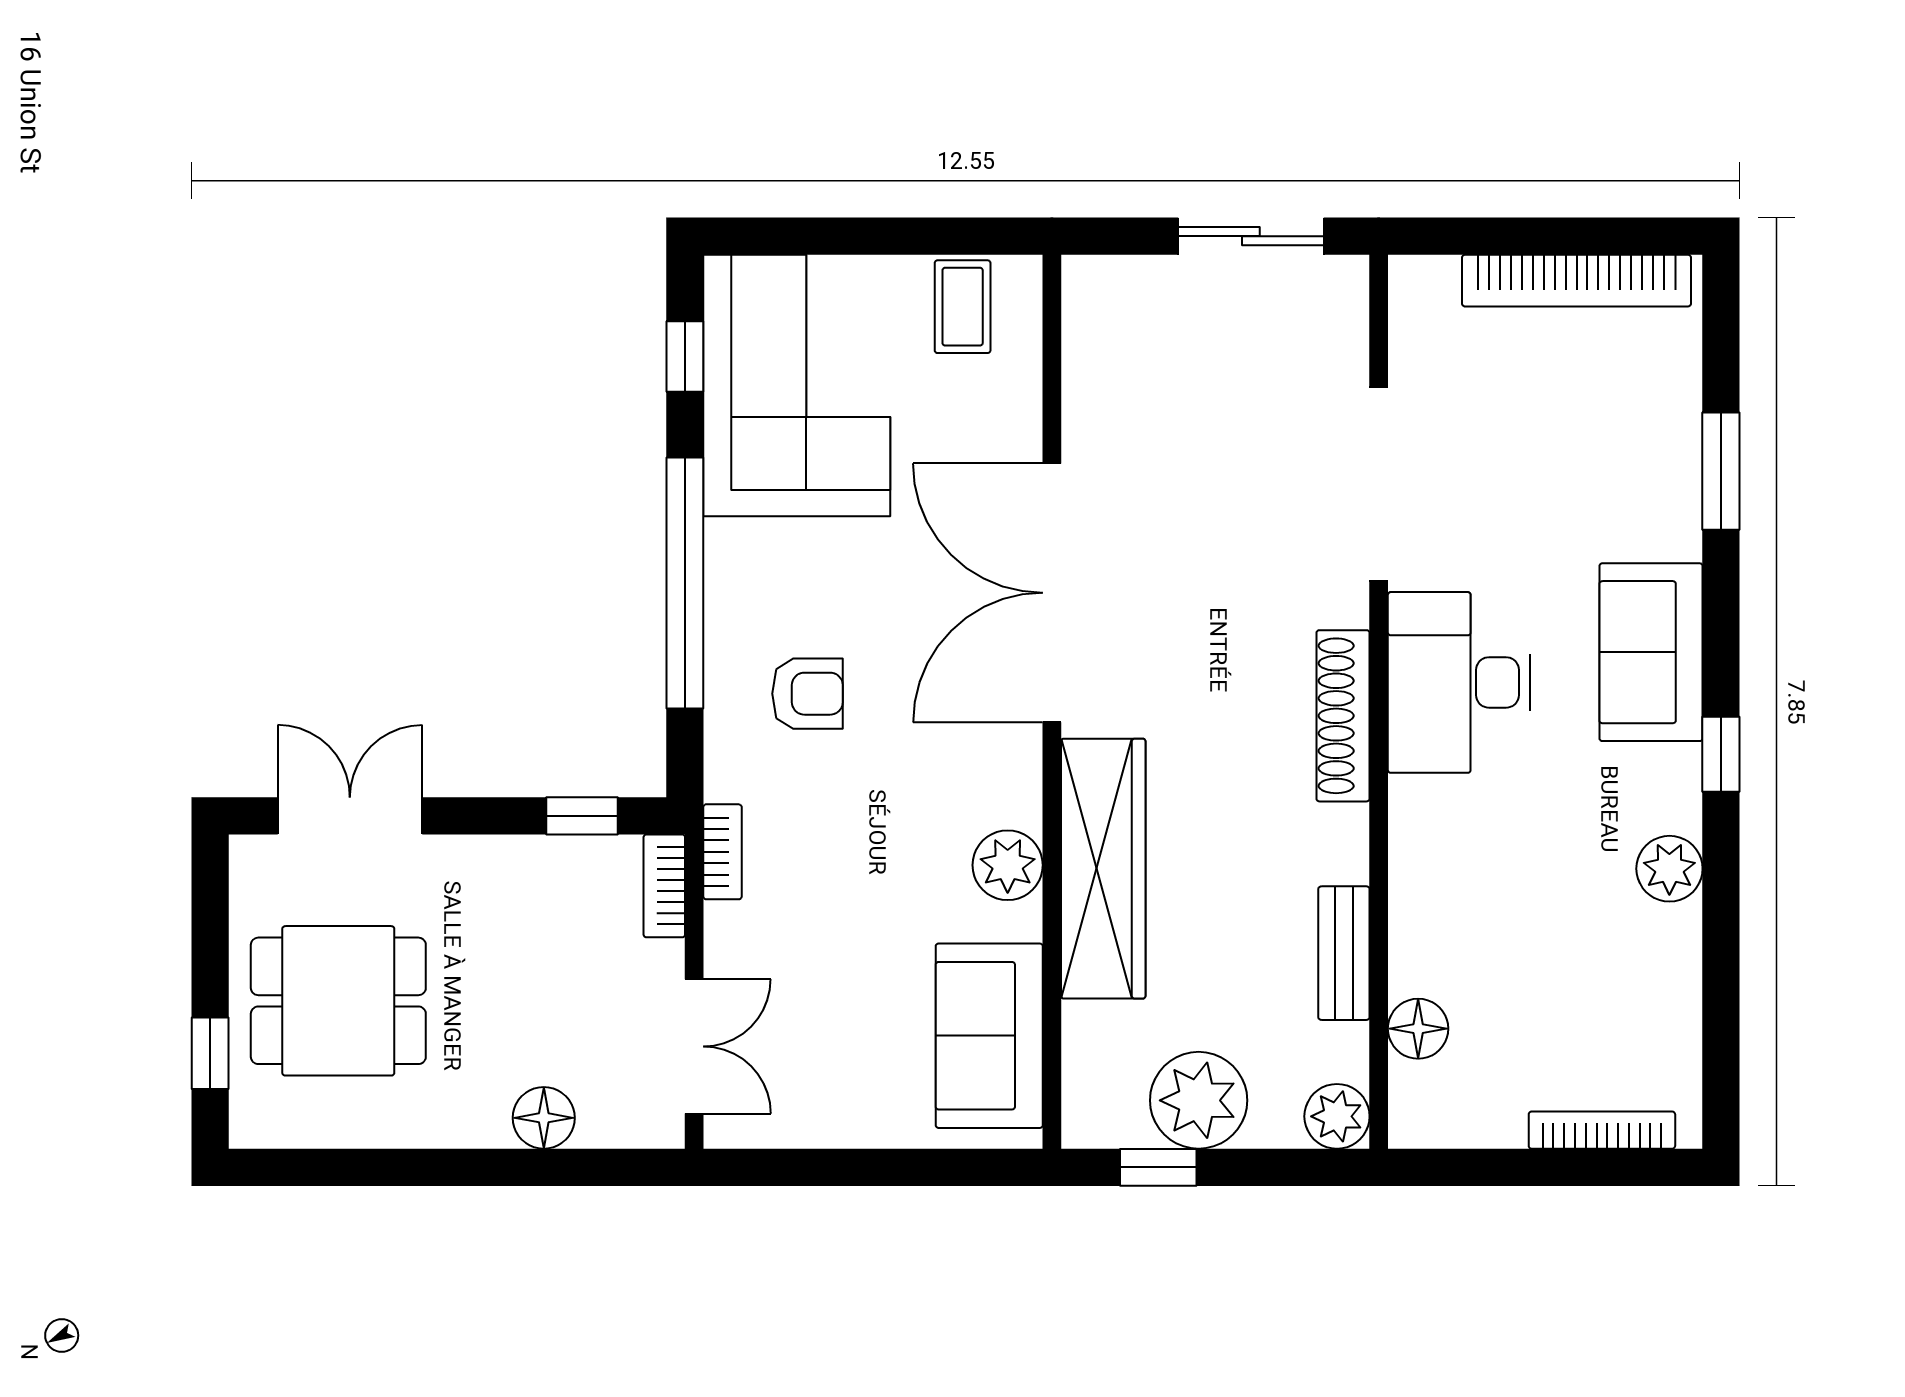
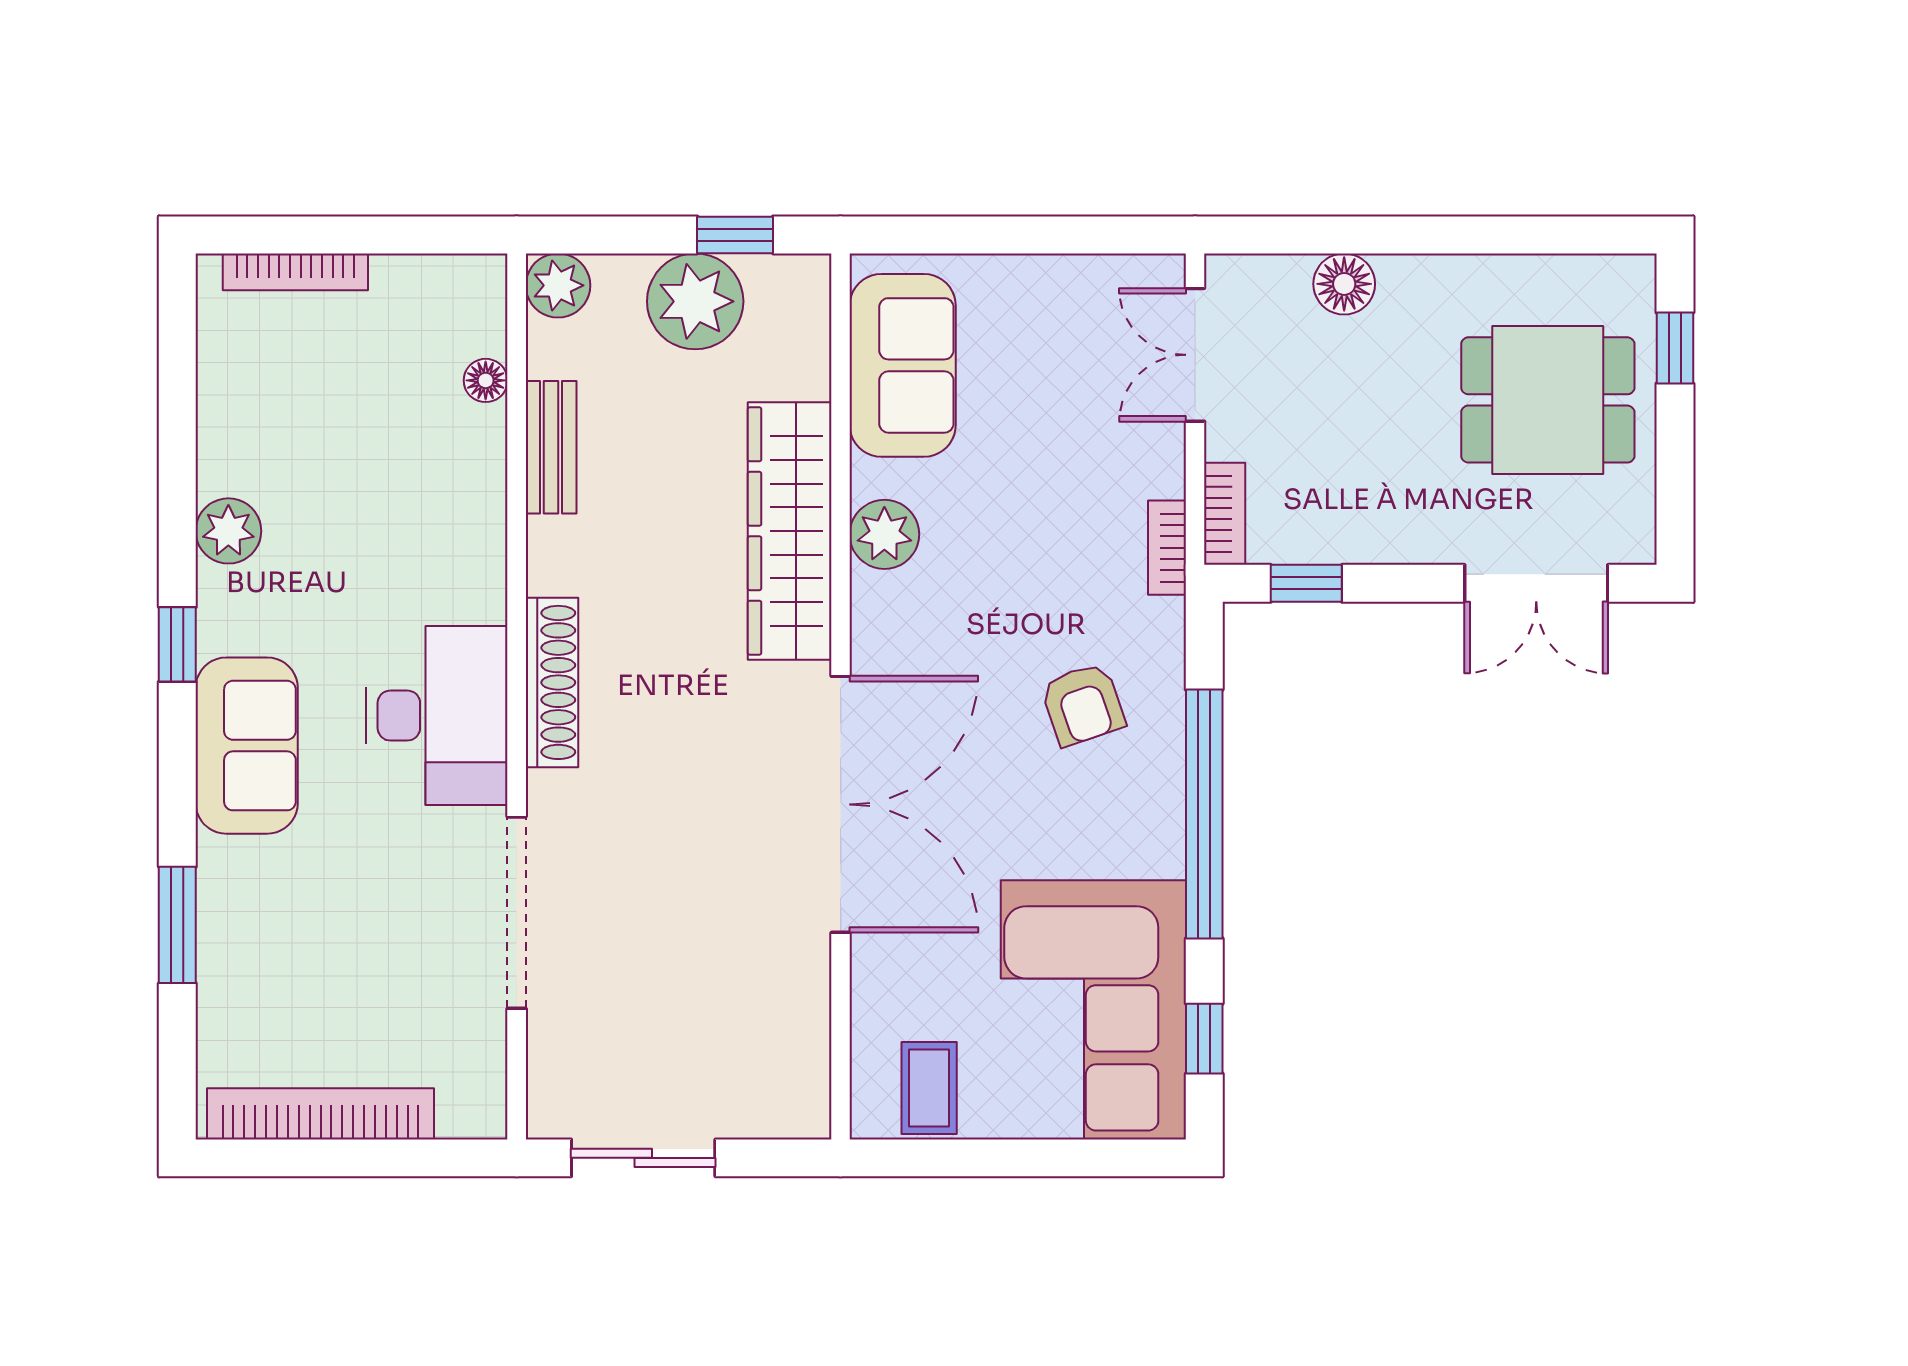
armchair: (807, 694) -> (1083, 704), turned -109
floor lamp: (1418, 1029) -> (486, 380), width x0.73, depth x0.73

